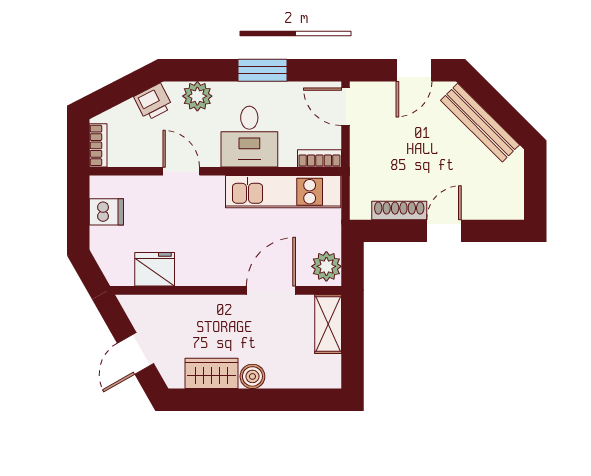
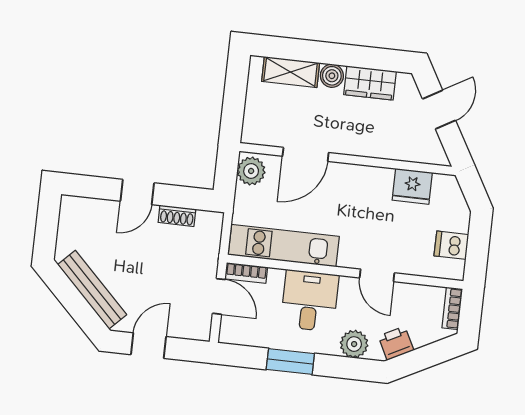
door: (346, 107) -> (219, 296), moved
shoe rack: (399, 210) -> (177, 216), width x0.70
shelving: (328, 324) -> (291, 72), moved, turned 90

